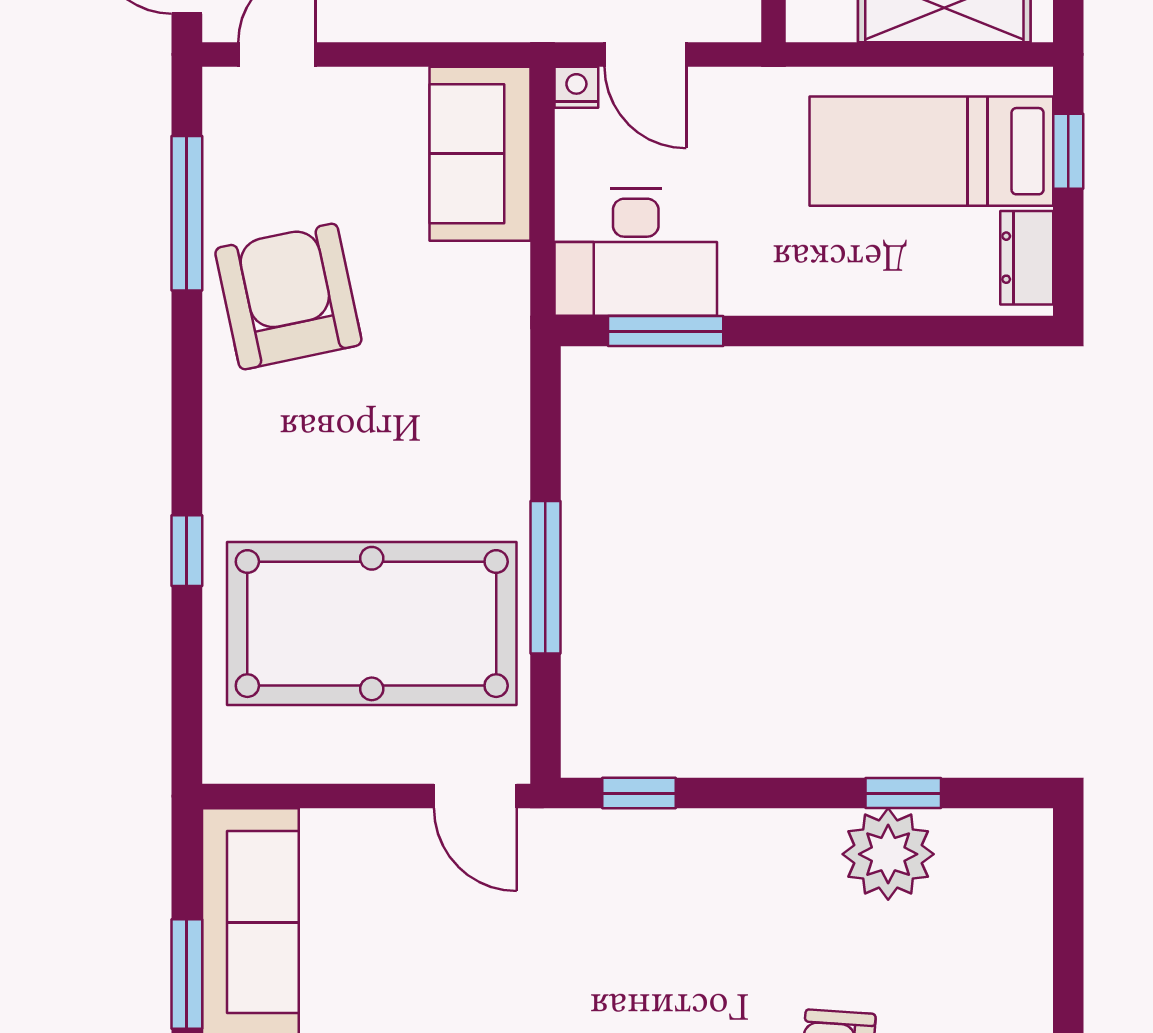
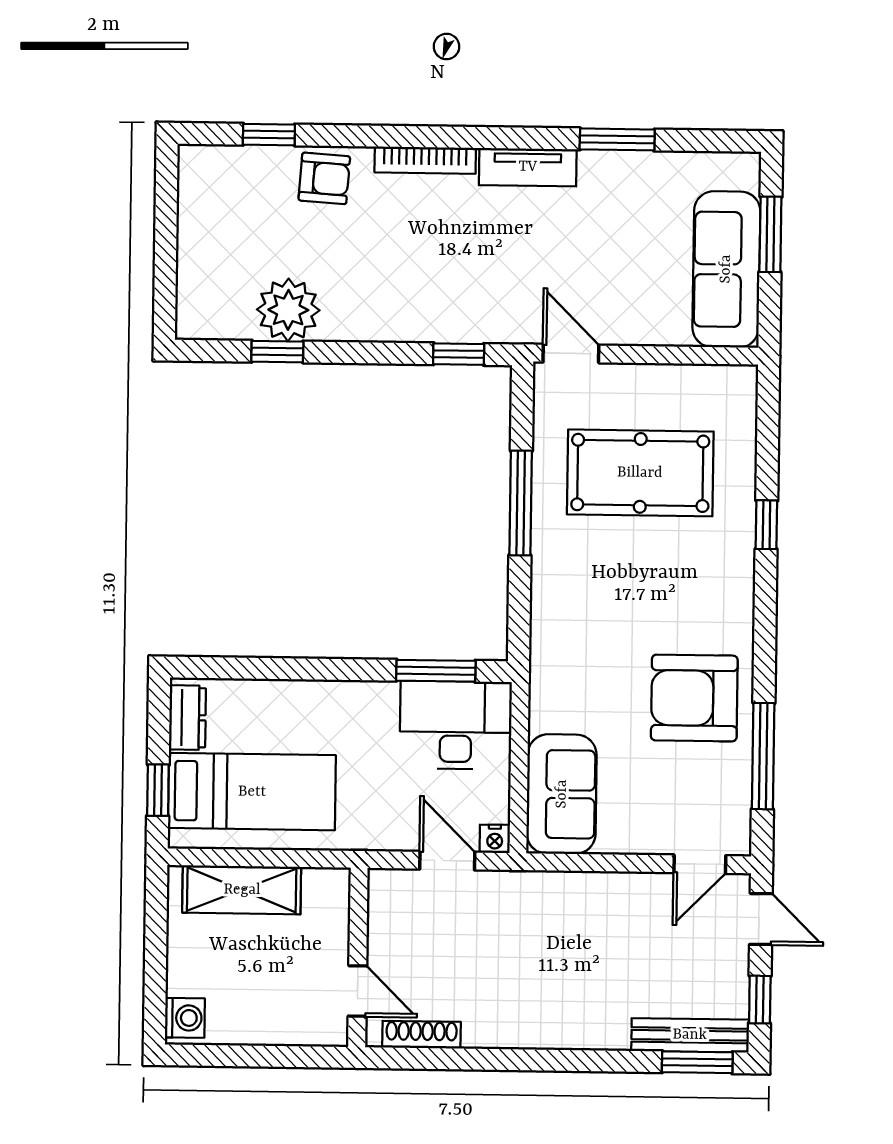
armchair: (288, 297) -> (694, 698), turned 102
pool table: (372, 624) -> (640, 473), width x0.73, depth x0.76

